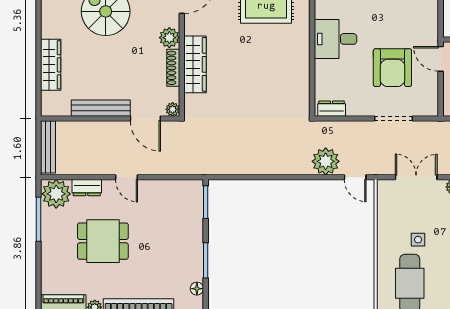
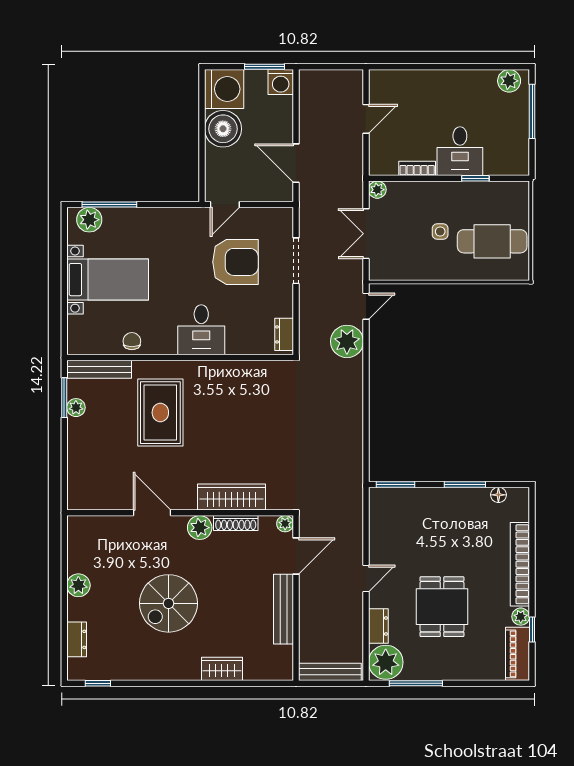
wardrobe: (51, 65) -> (222, 669), width x0.67

